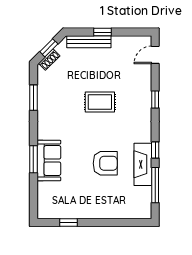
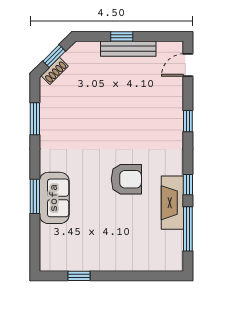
bench: (89, 42) -> (128, 49), moved
rug: (100, 102) -> (118, 124), removed
armchair: (105, 163) -> (126, 179), moved

